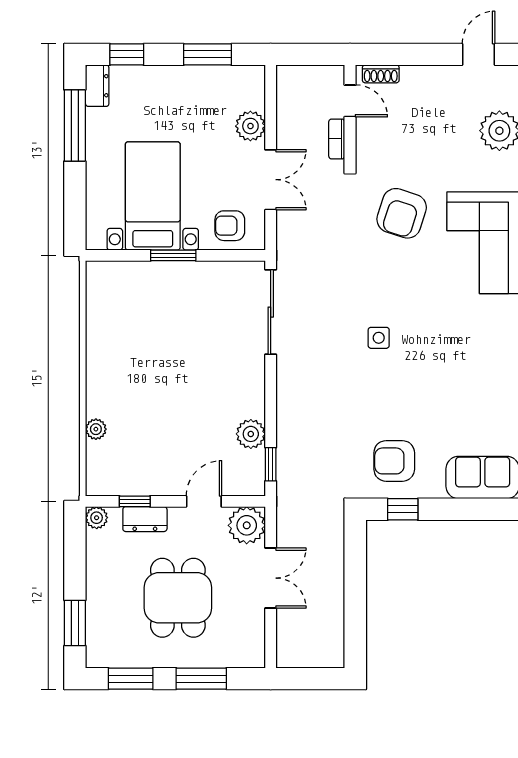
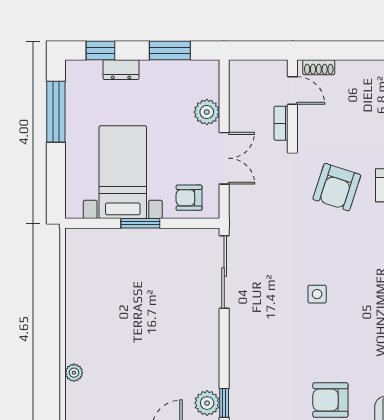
dresser: (97, 86) -> (121, 70), moved, turned 90
plant: (251, 434) -> (207, 403), moved

